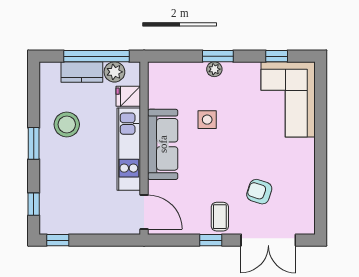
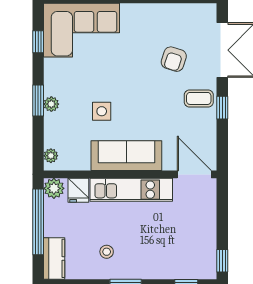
plant: (163, 69) -> (51, 156), added
kitchen counter: (82, 72) -> (54, 258), moved
plant: (114, 72) -> (54, 188), moved
stool: (67, 124) -> (107, 252), width x0.53, depth x0.53
door: (144, 212) -> (194, 174), hinge flipped

